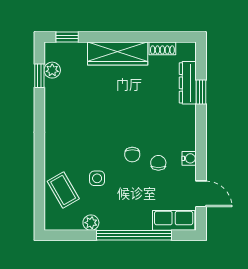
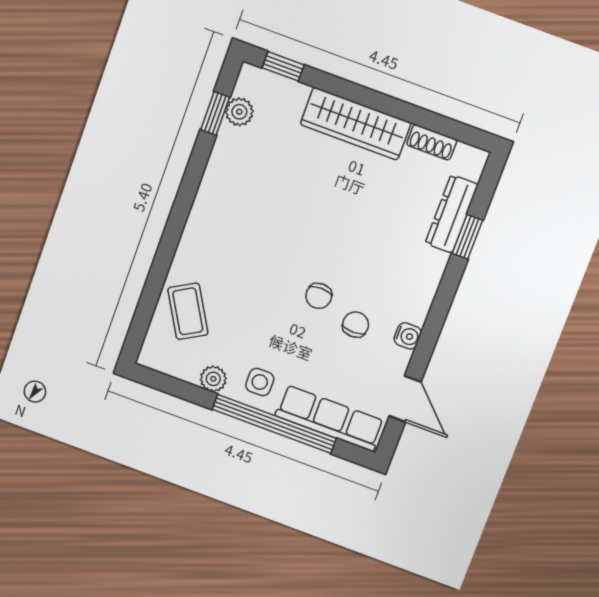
side table: (97, 178) -> (260, 382), moved
row of seats: (174, 220) -> (330, 418), width x1.48

